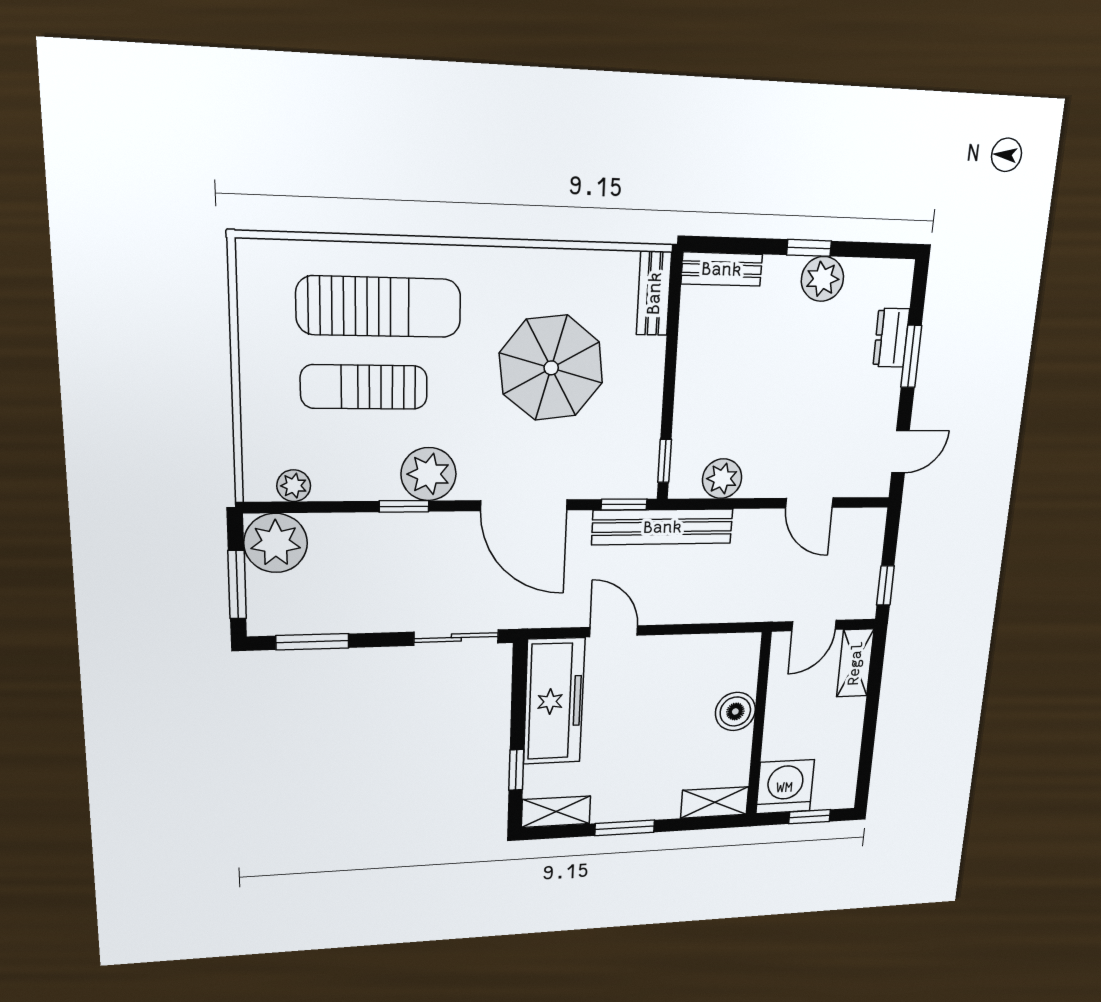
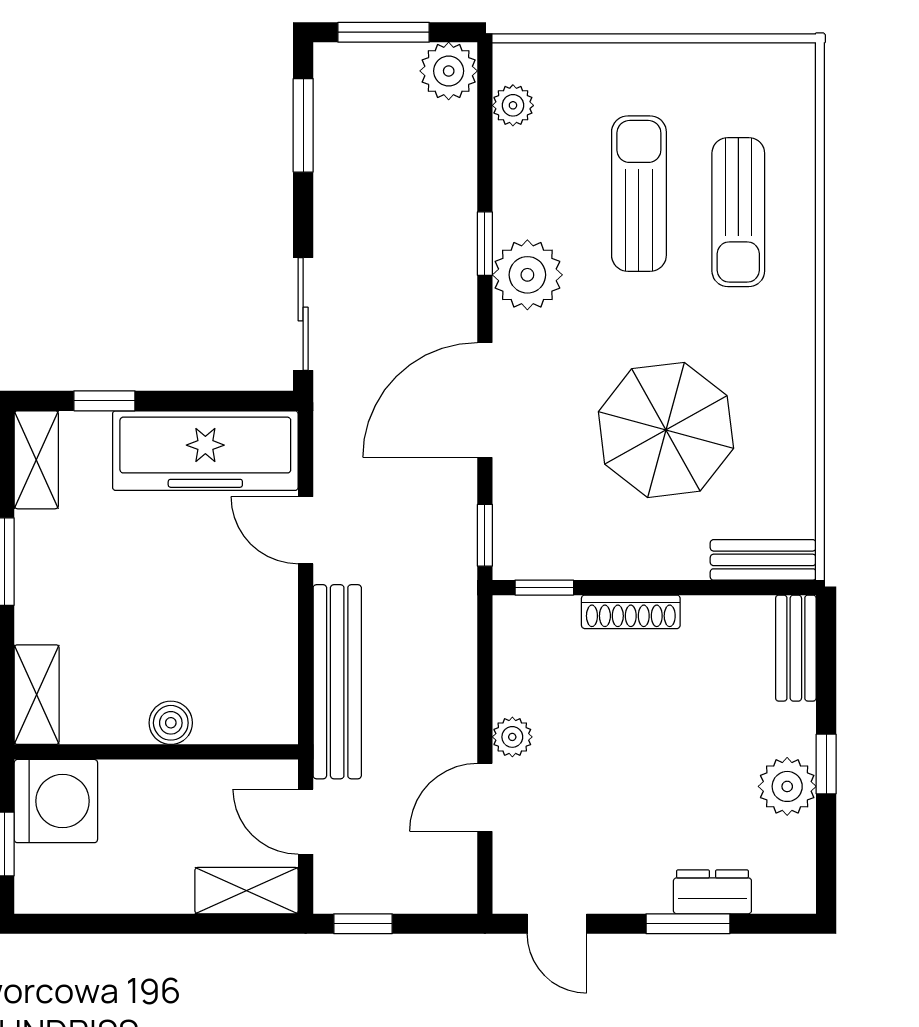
sun lounger: (379, 307) -> (738, 212), width x0.73, depth x0.75
shoe rack: (686, 396) -> (631, 612), added
plant: (722, 479) -> (512, 737), moved, width x0.73, depth x0.73
bench: (663, 527) -> (337, 682), moved
plant: (276, 543) -> (449, 71), width x0.73, depth x0.73
door: (614, 631) -> (306, 530), swing flipped
boiler: (735, 711) -> (171, 723), width x0.73, depth x0.73

